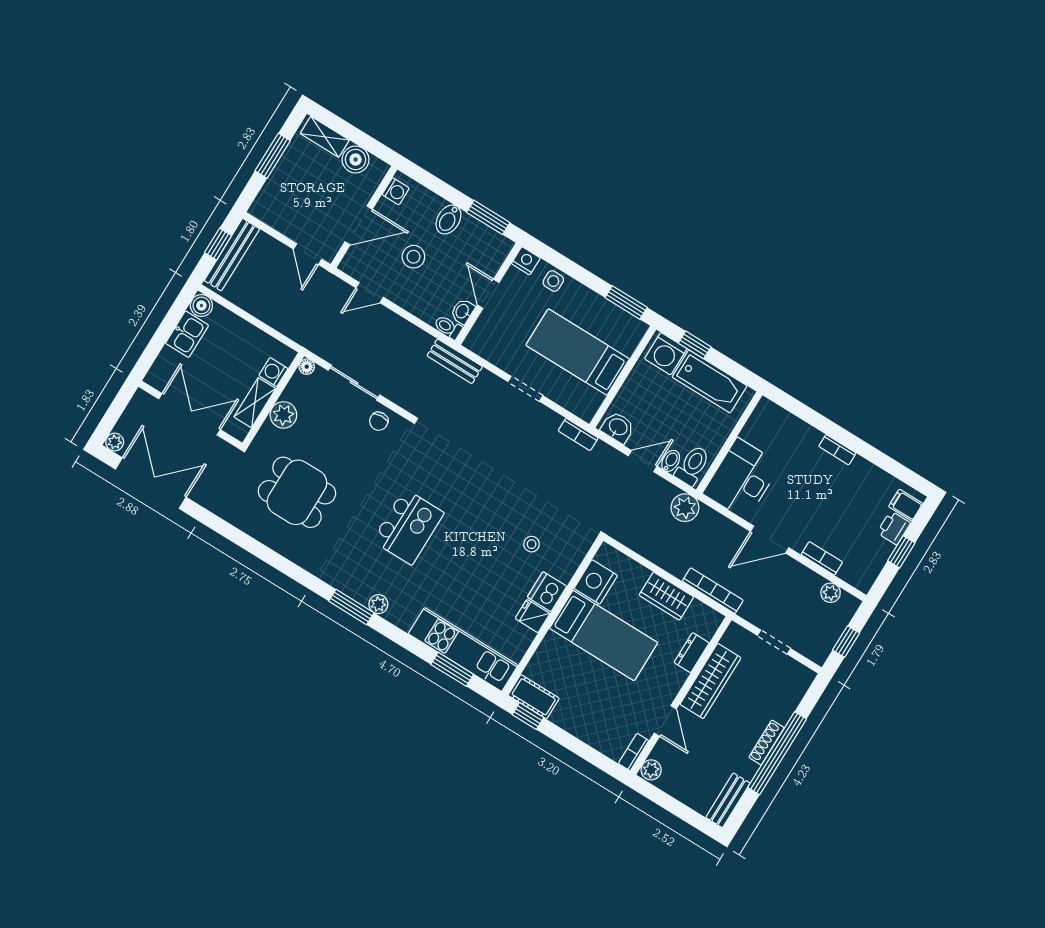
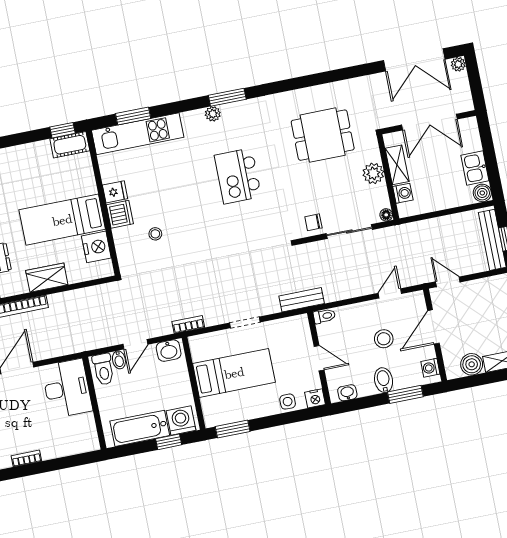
window: (488, 217) -> (405, 394), moved
washbasin: (463, 311) -> (347, 393), moved, turned -90
chair: (379, 421) -> (313, 222), turned -88
plant: (685, 508) -> (85, 340), removed

